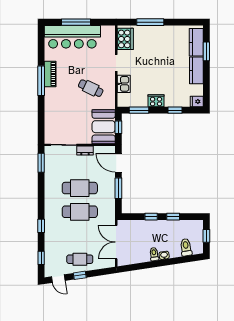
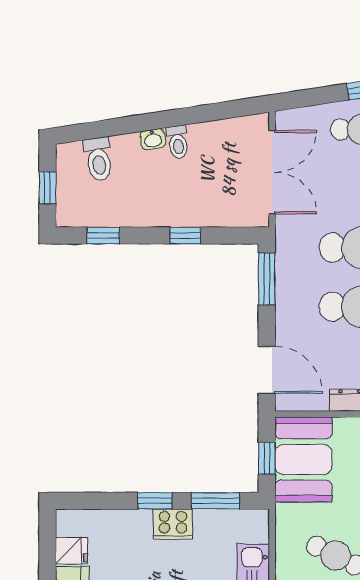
fridge: (197, 101) -> (71, 551), moved
window: (175, 110) -> (155, 501), moved
window: (118, 188) -> (267, 279), moved
window: (173, 217) -> (103, 235), moved

